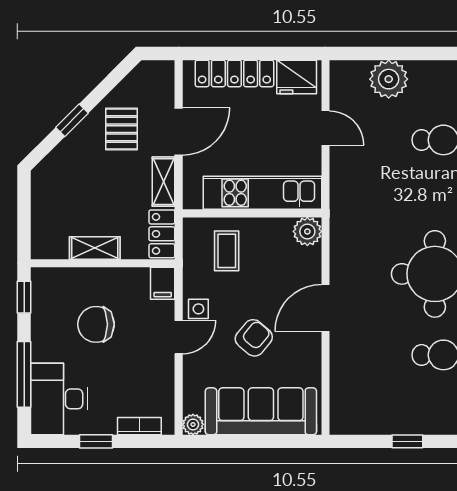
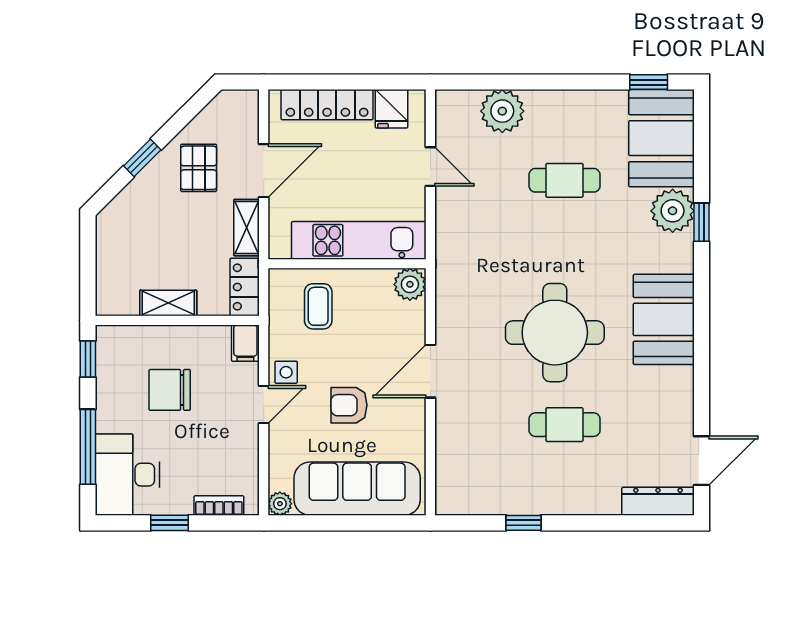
fridge: (297, 77) -> (391, 109), width x0.72
armchair: (254, 338) -> (349, 405), turned -130

